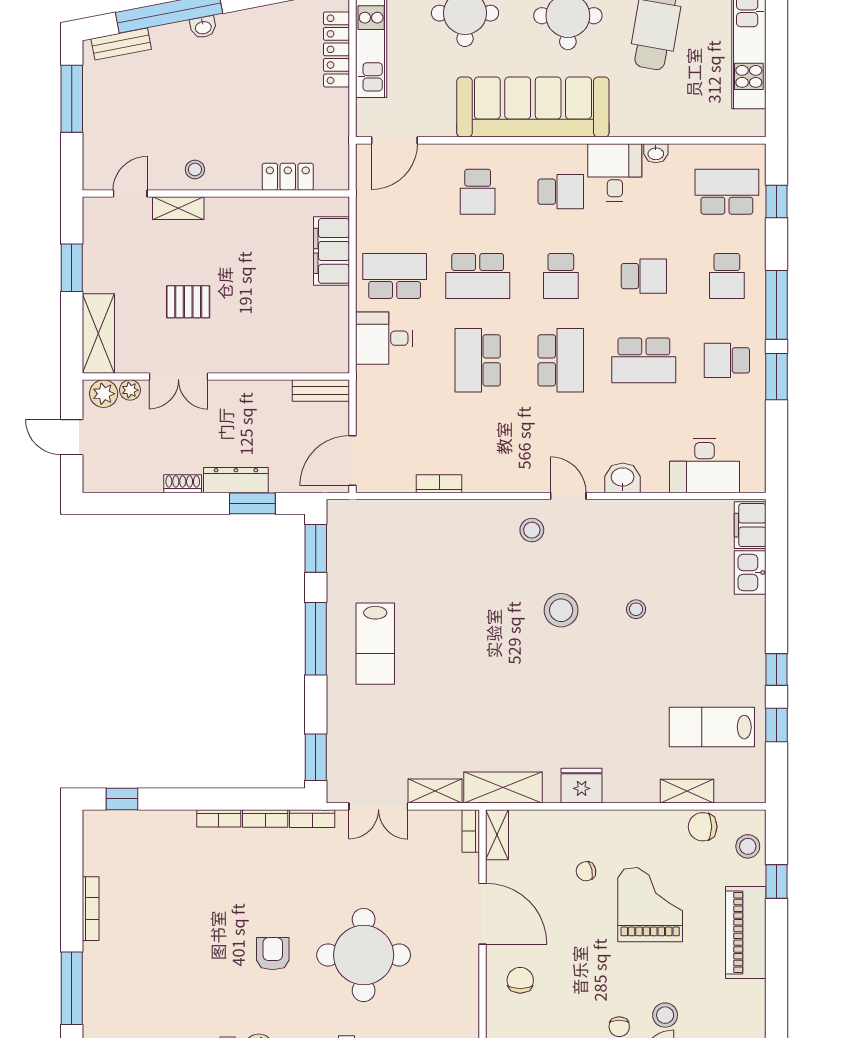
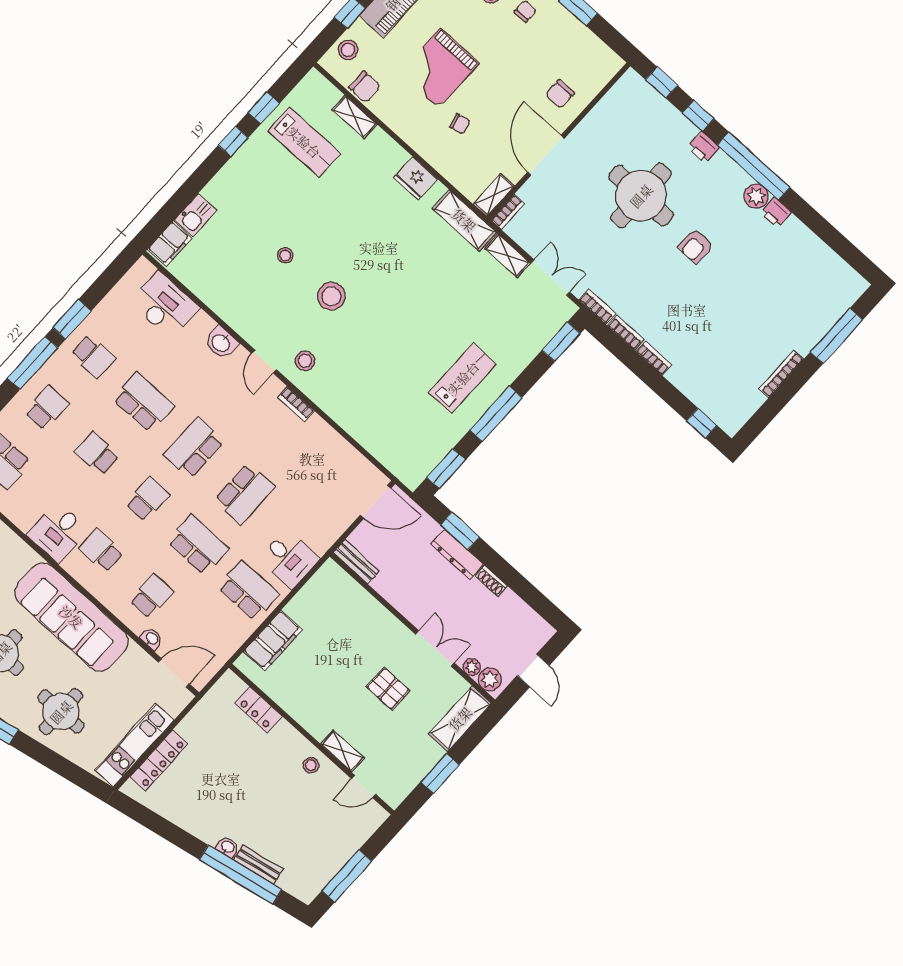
bench: (121, 44) -> (258, 865), moved
washbasin: (656, 153) -> (152, 639), moved
school desk: (395, 276) -> (248, 591), turned 180
bookcase: (439, 484) -> (296, 404), moved

